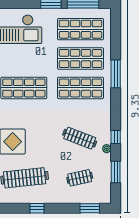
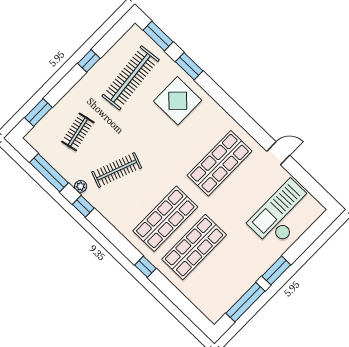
shop shelf: (80, 29) -> (223, 275), removed
window: (116, 74) -> (145, 267), width x0.46
window: (116, 172) -> (49, 173), width x1.44

